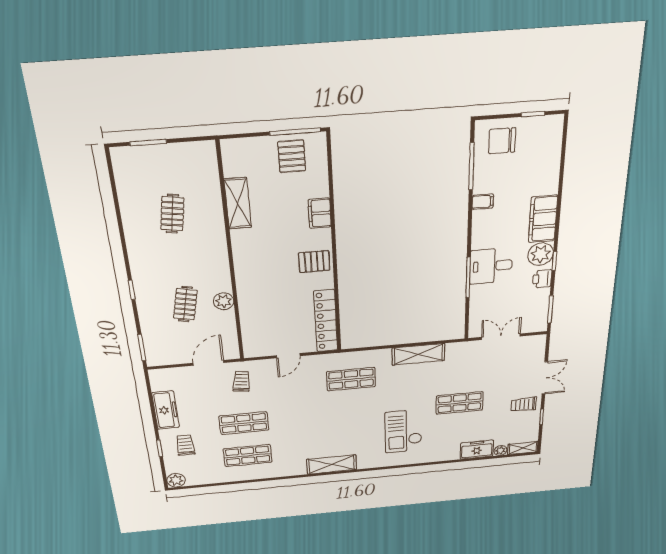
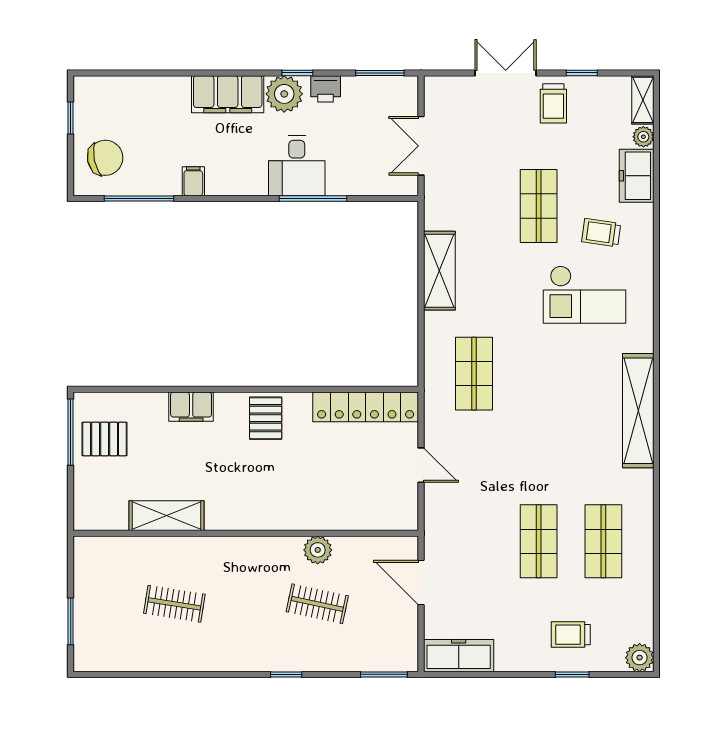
chair: (502, 141) -> (105, 158), turned -102
trolley: (241, 381) -> (601, 233), moved
freezer: (166, 410) -> (459, 656), moved
shelving: (332, 464) -> (638, 411), width x1.47

